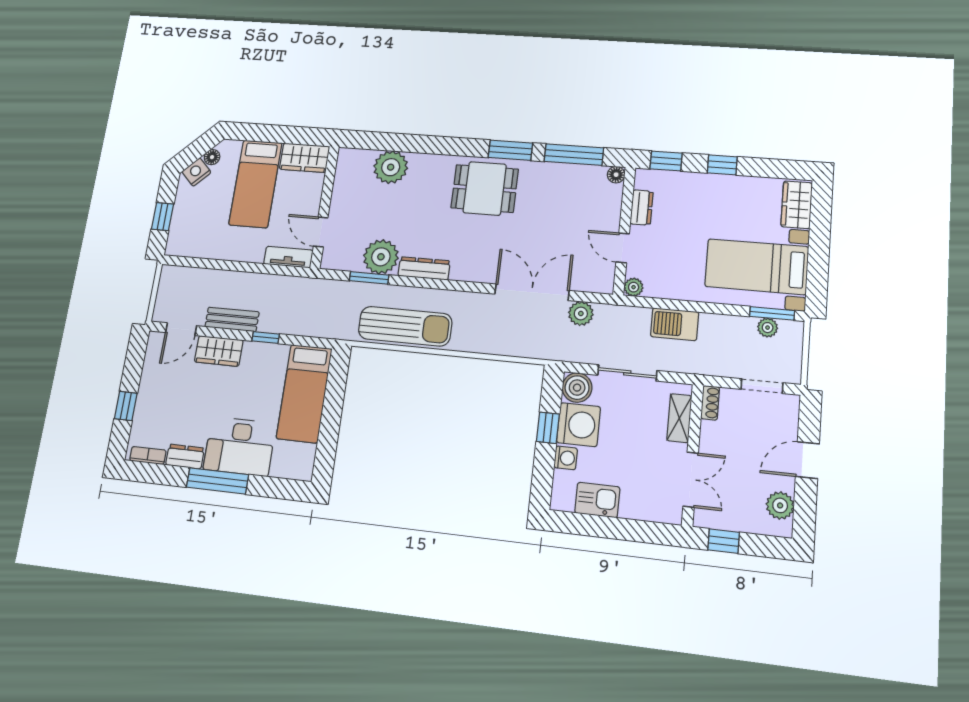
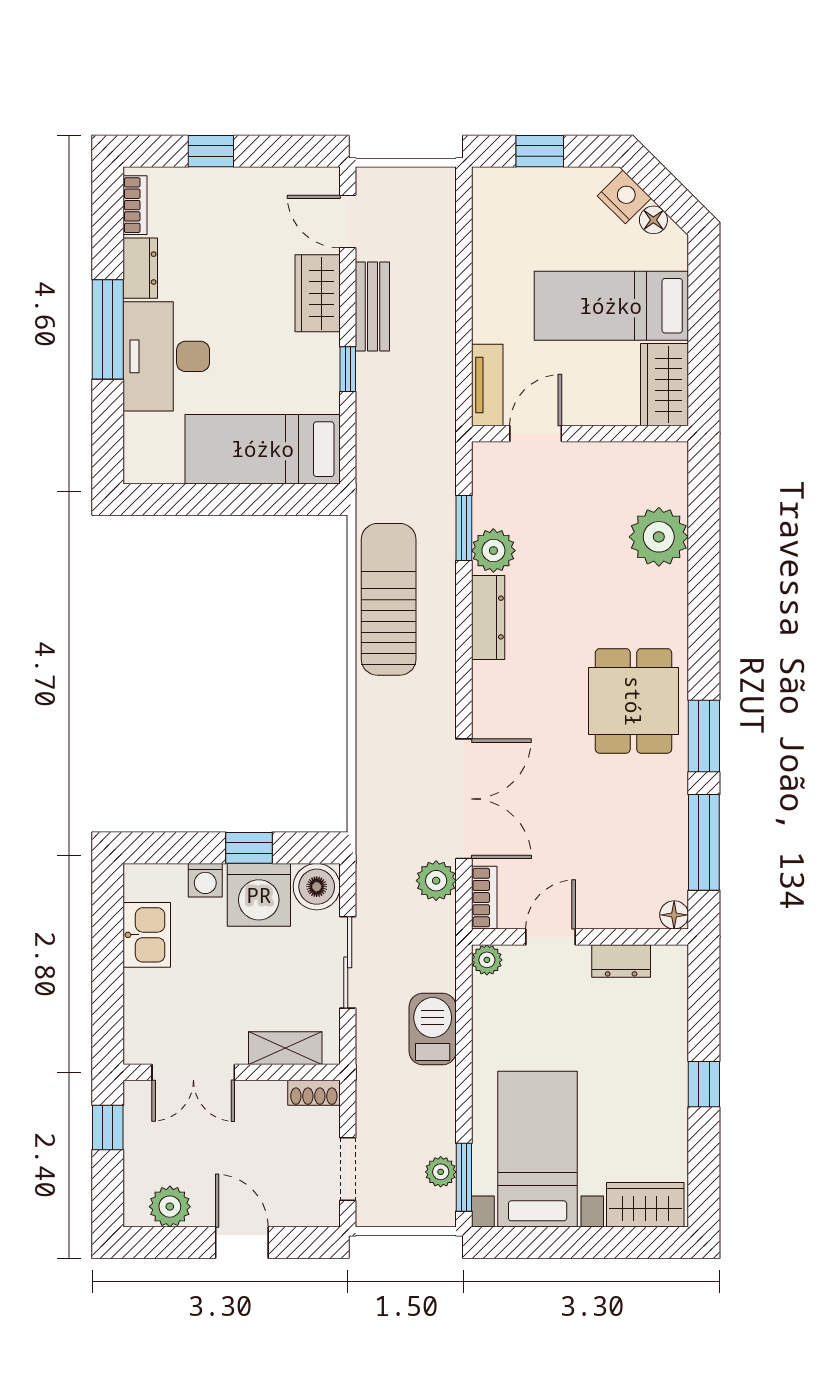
window: (666, 161) -> (704, 994), removed
plant: (381, 257) -> (493, 551), width x0.73, depth x0.73
bookcase: (594, 285) -> (484, 898), added
sun lounger: (405, 326) -> (389, 599), turned 180

